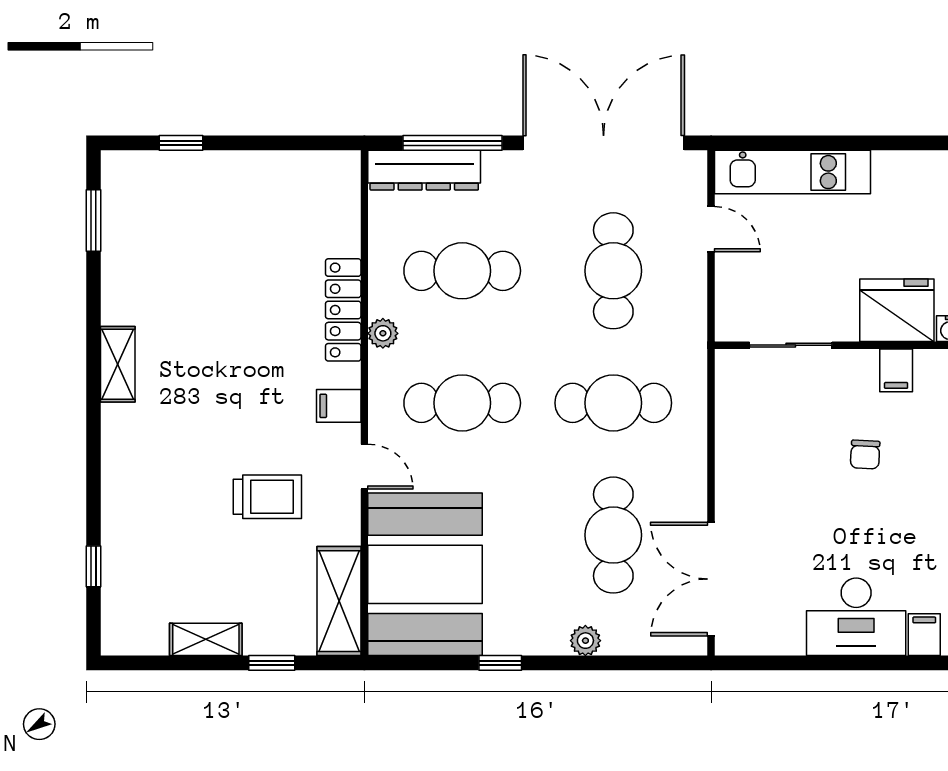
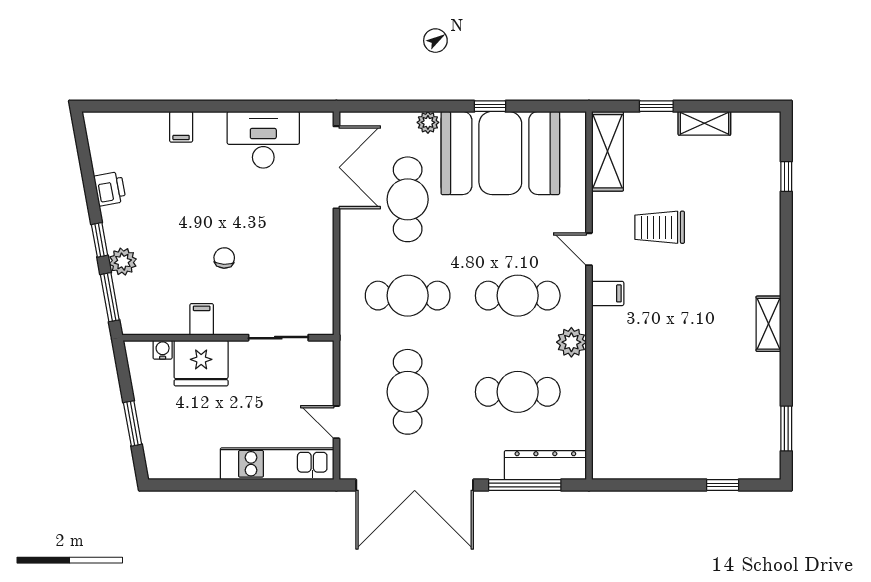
locker: (343, 310) -> (604, 363), removed
plant: (383, 333) -> (571, 342), width x1.38, depth x1.38
booth: (425, 574) -> (500, 153), moved, turned 90
desk: (856, 617) -> (263, 140), moved

